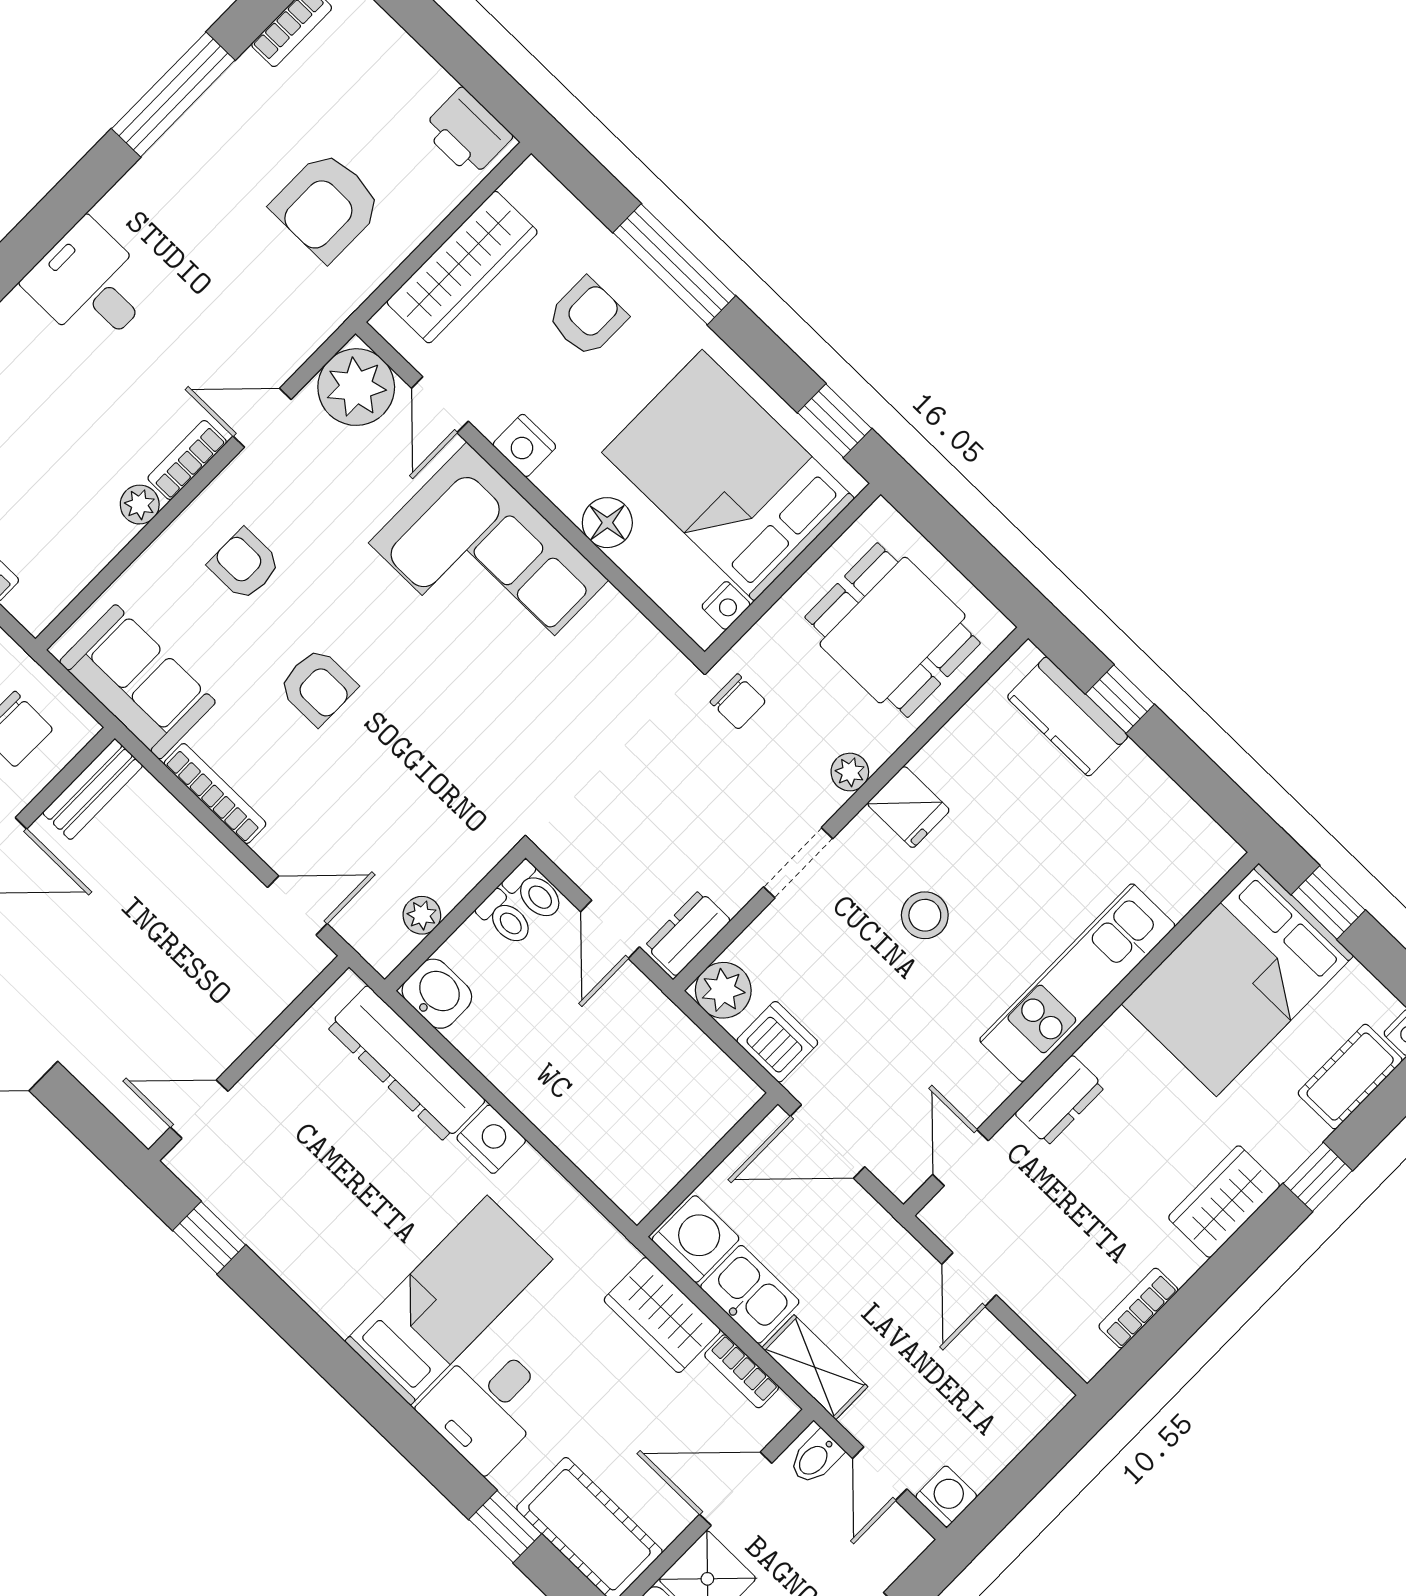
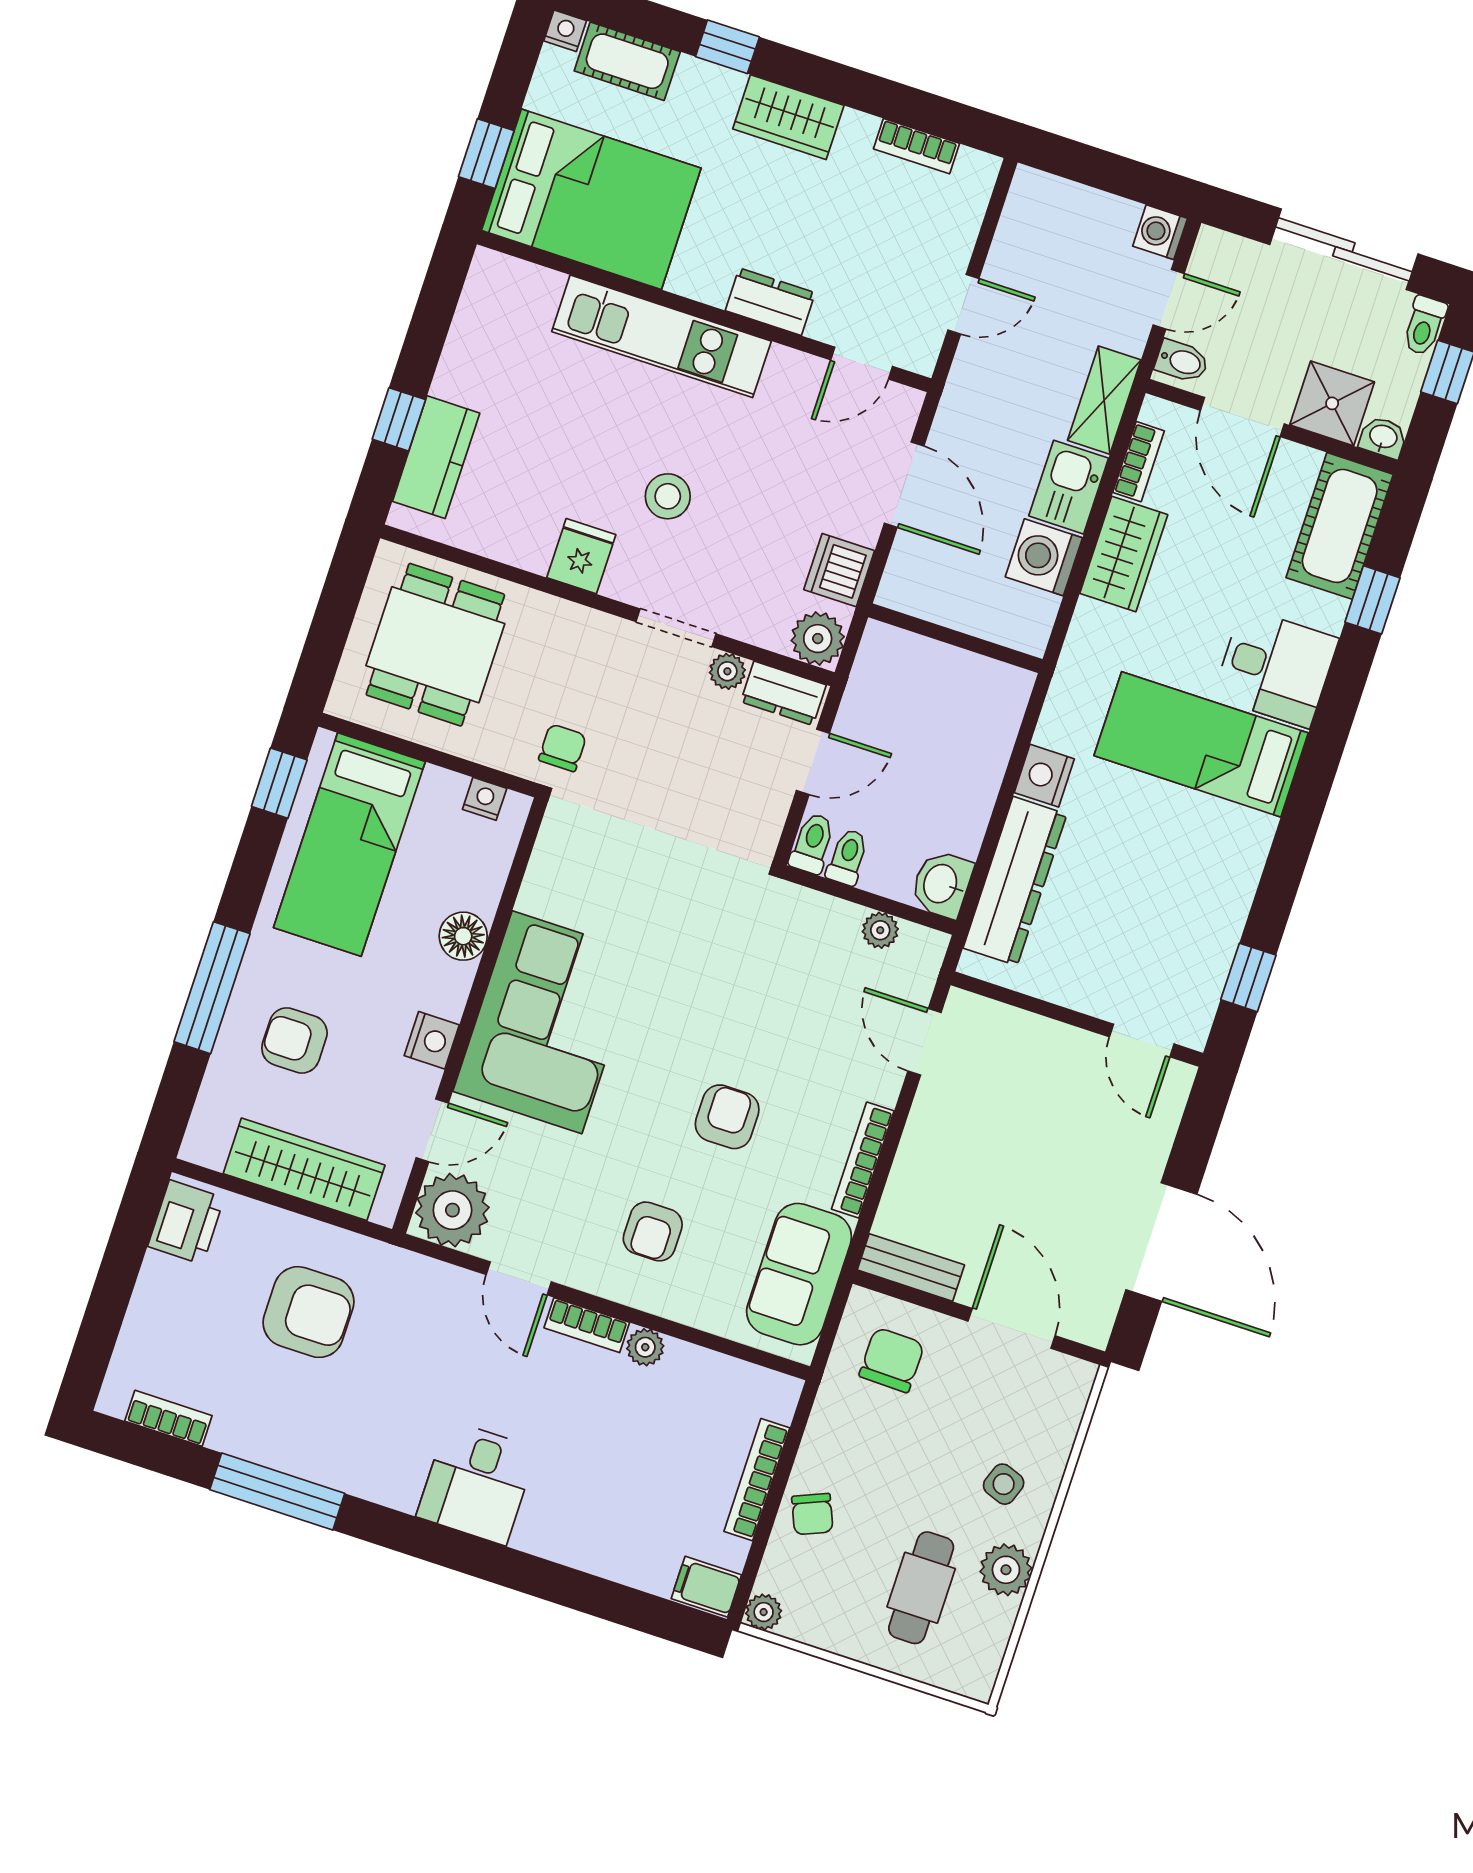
bed: (728, 475) -> (349, 845), width x0.67
plant: (850, 772) -> (727, 671), moved
wall: (707, 1165) -> (955, 638), moved

